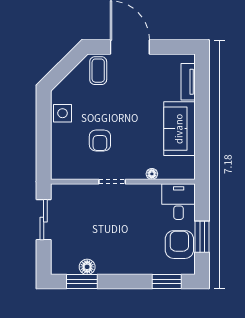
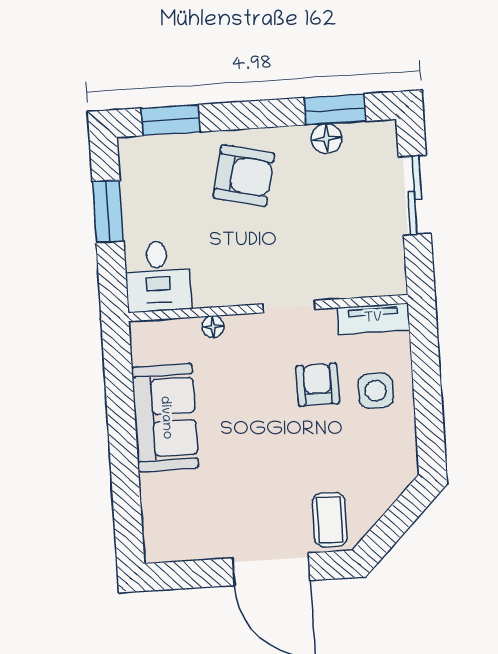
tv unit: (188, 82) -> (373, 319), moved, turned 90
side table: (63, 113) -> (376, 391), moved
sliding door: (44, 220) -> (415, 195), moved
armchair: (179, 245) -> (244, 176), moved, turned -77

